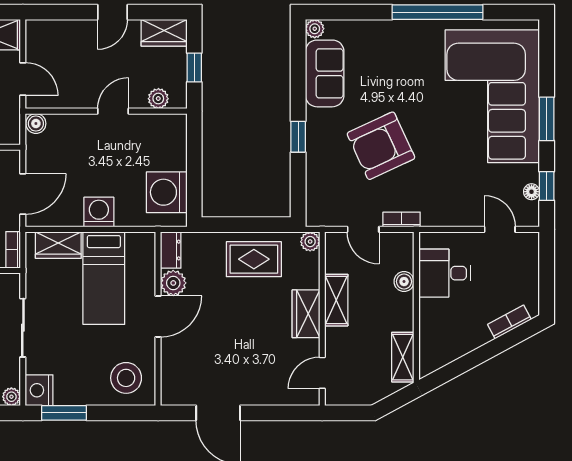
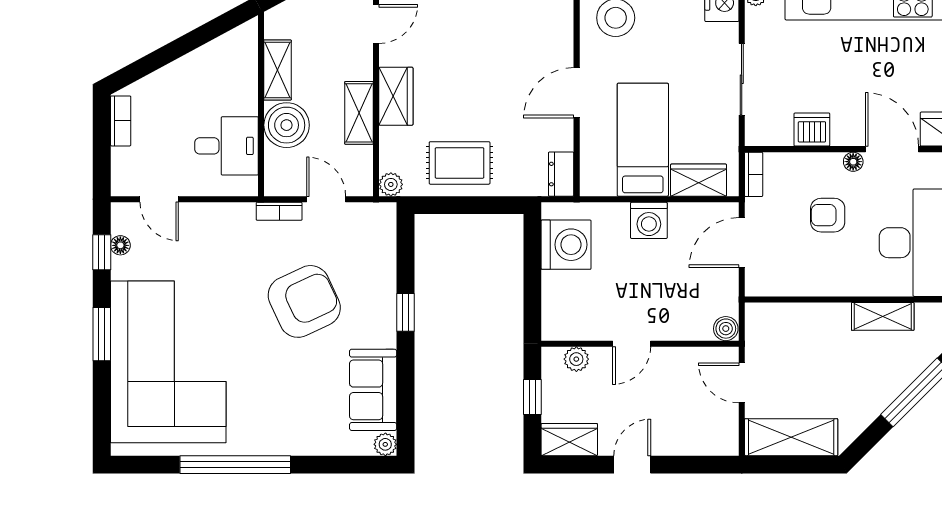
boiler: (404, 282) -> (287, 125), width x1.86, depth x1.86
plant: (173, 283) -> (558, 134), removed
bookcase: (509, 322) -> (121, 121), moved, turned -62
shelving: (403, 357) -> (278, 70), moved

